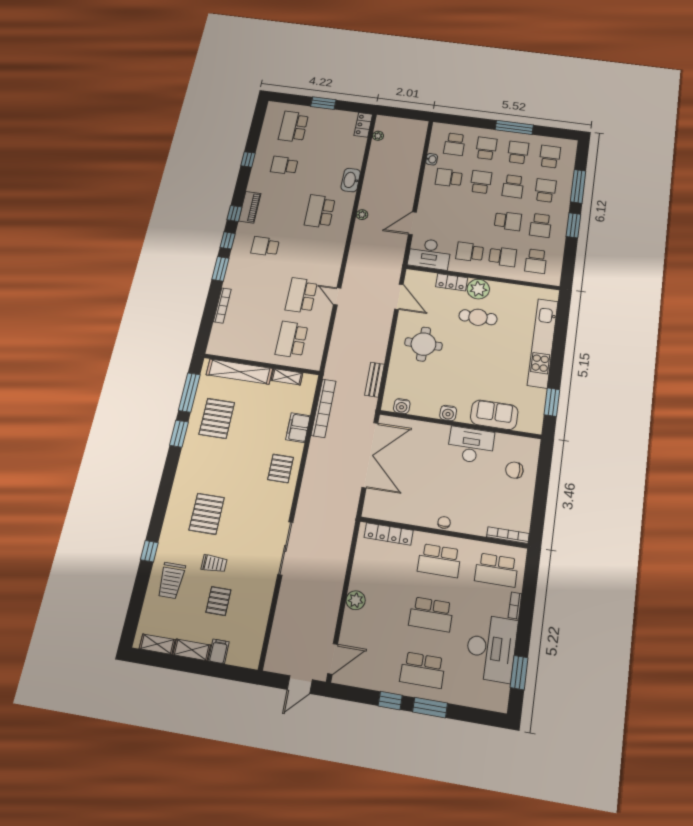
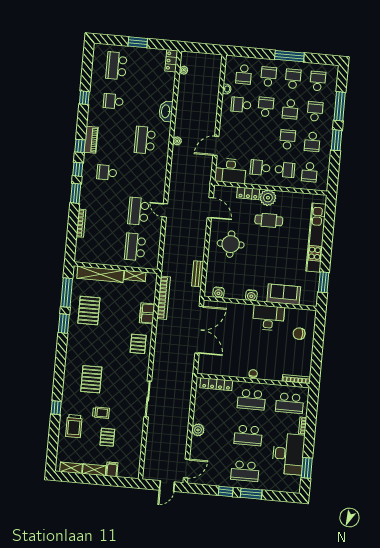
school desk: (508, 221) -> (288, 139), turned -90

